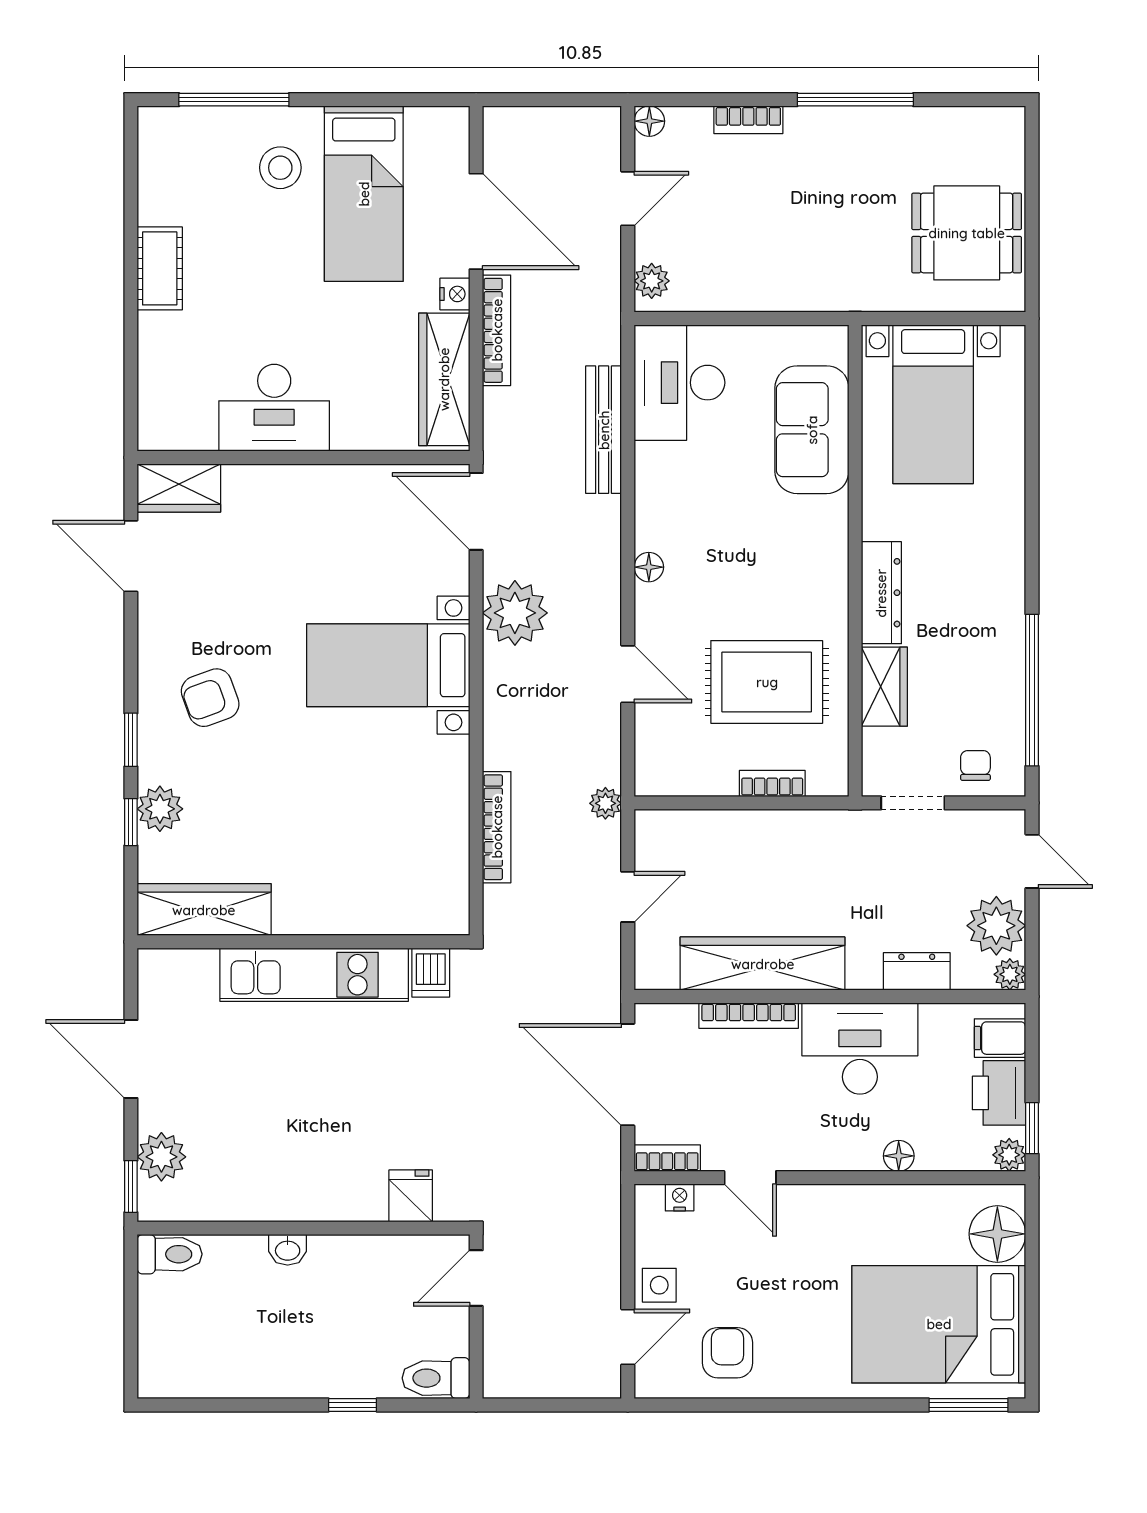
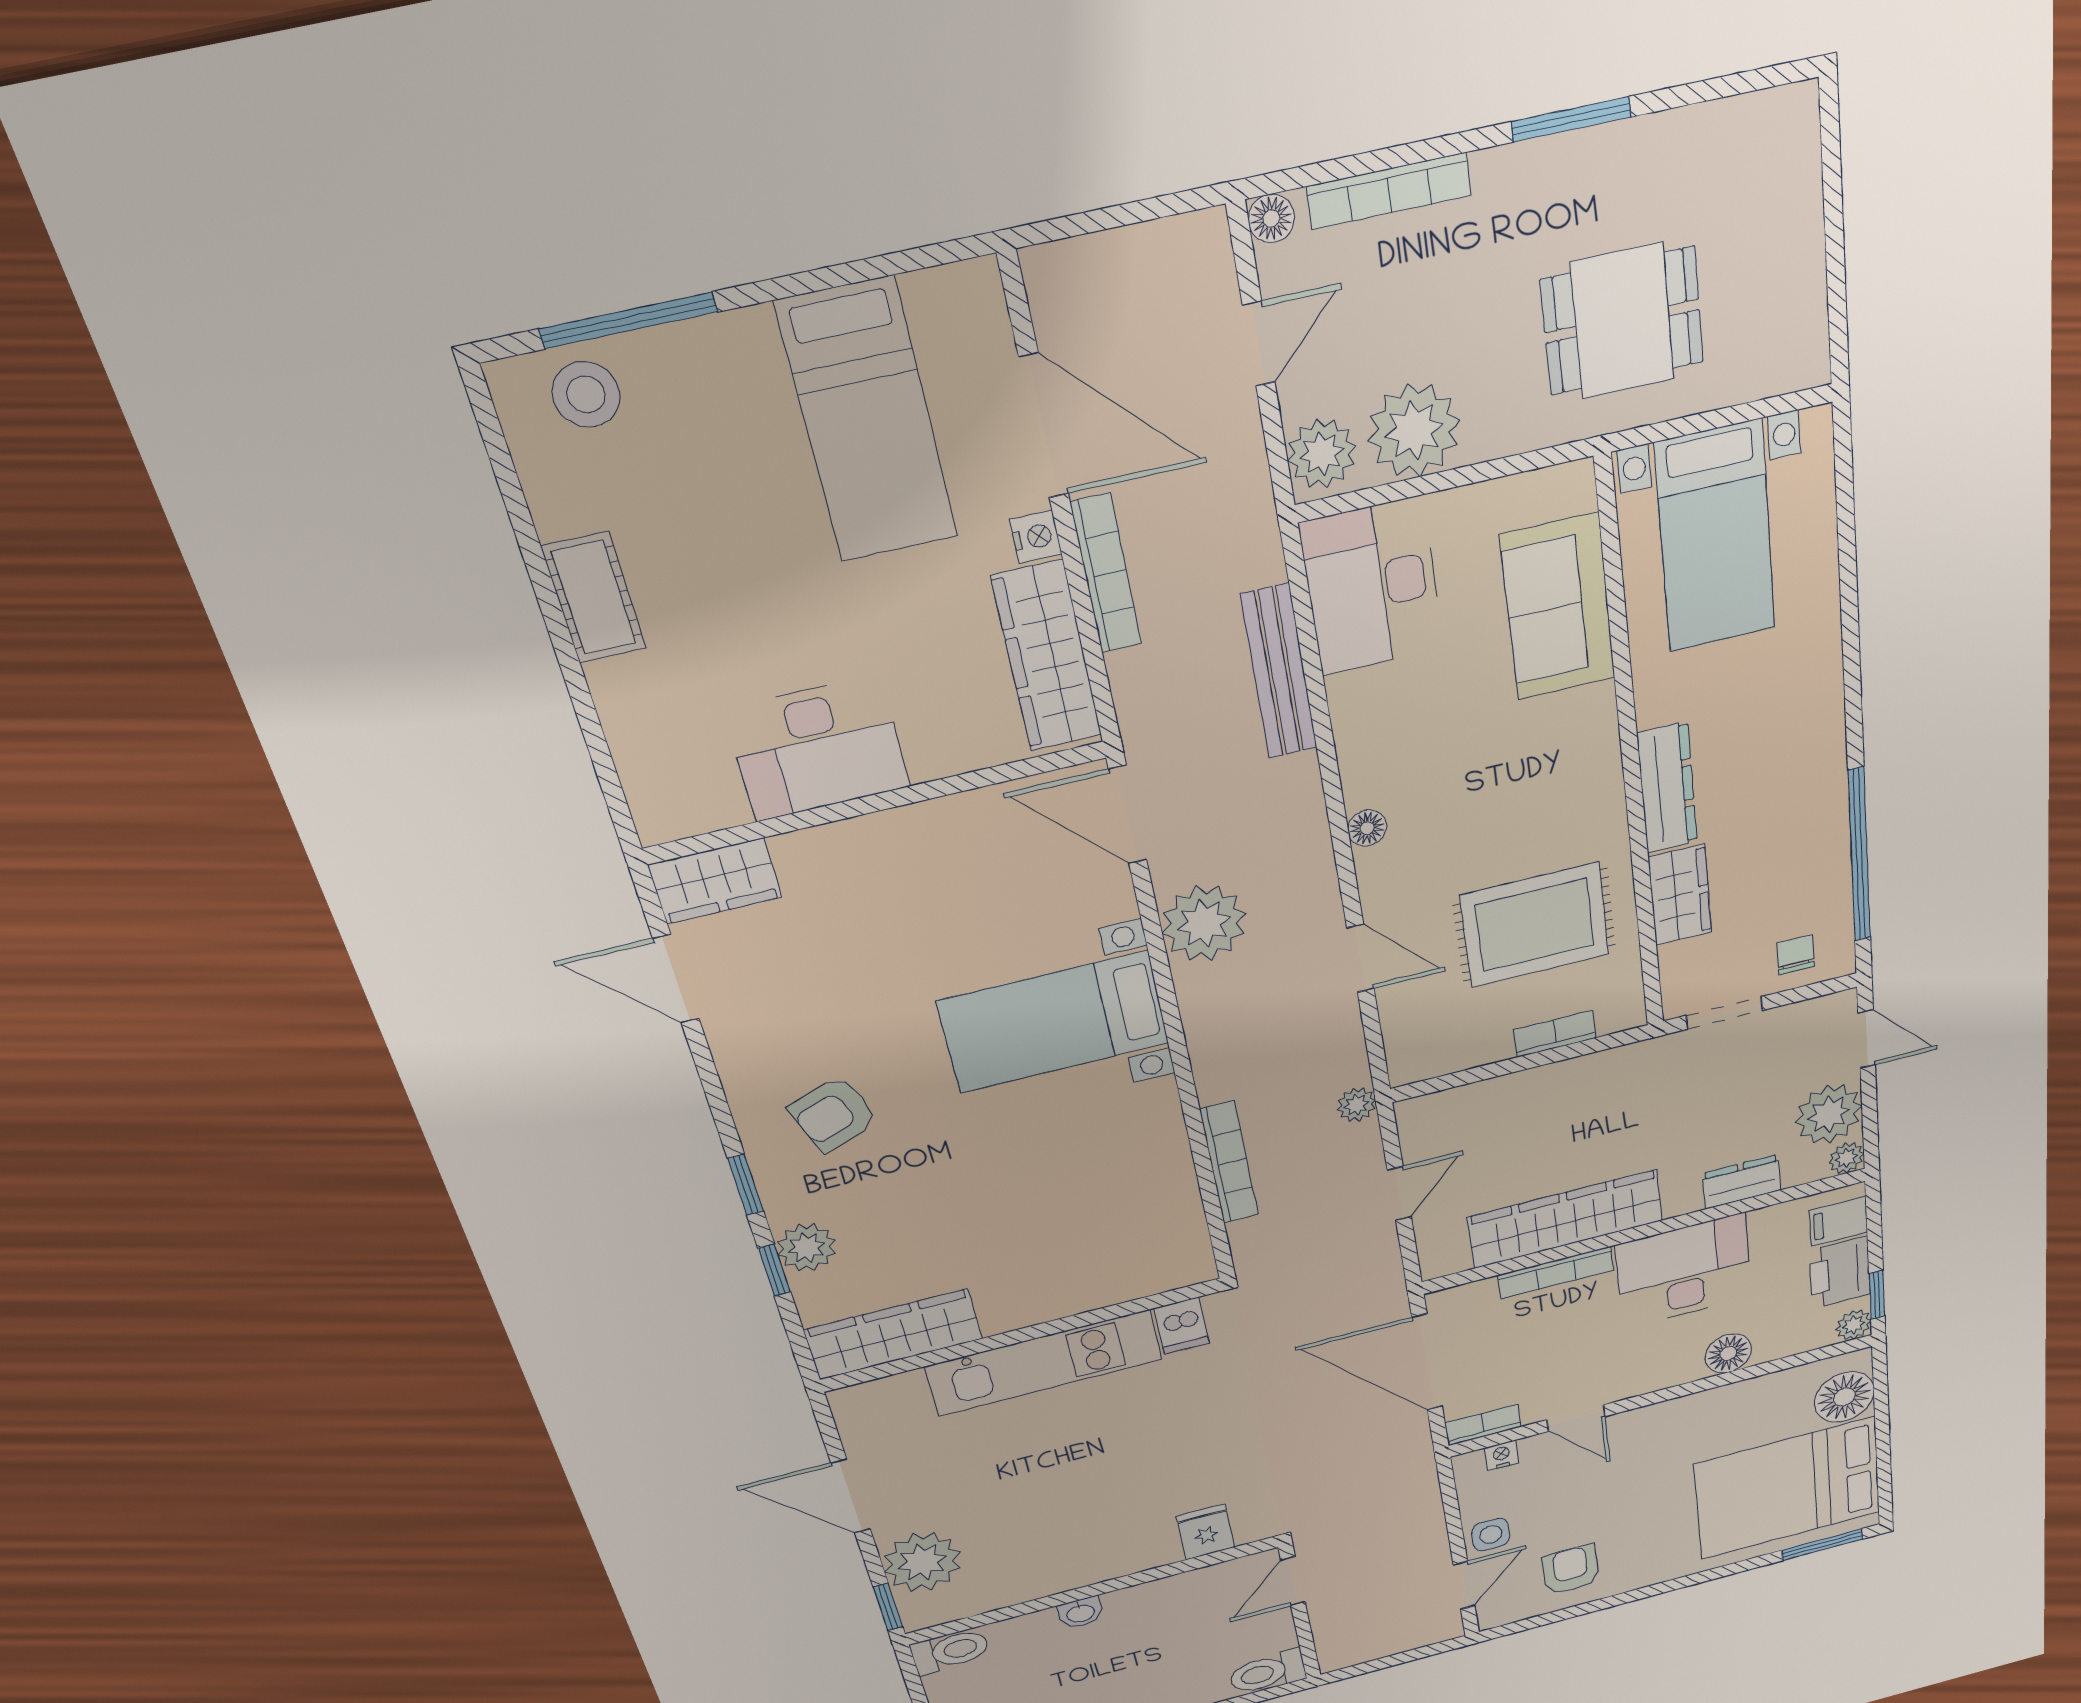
window: (855, 100) -> (1571, 119), width x0.69
bookcase: (748, 120) -> (1389, 191), width x1.56
stool: (280, 168) -> (586, 394), moved
dining table: (967, 233) -> (1622, 321), moved
plant: (724, 279) -> (1414, 430), added
plant: (652, 281) -> (1322, 454), width x1.38, depth x1.38
floor lamp: (899, 1156) -> (1728, 1354), width x1.37, depth x1.37
plant: (161, 1157) -> (922, 1562), width x1.36, depth x1.36

